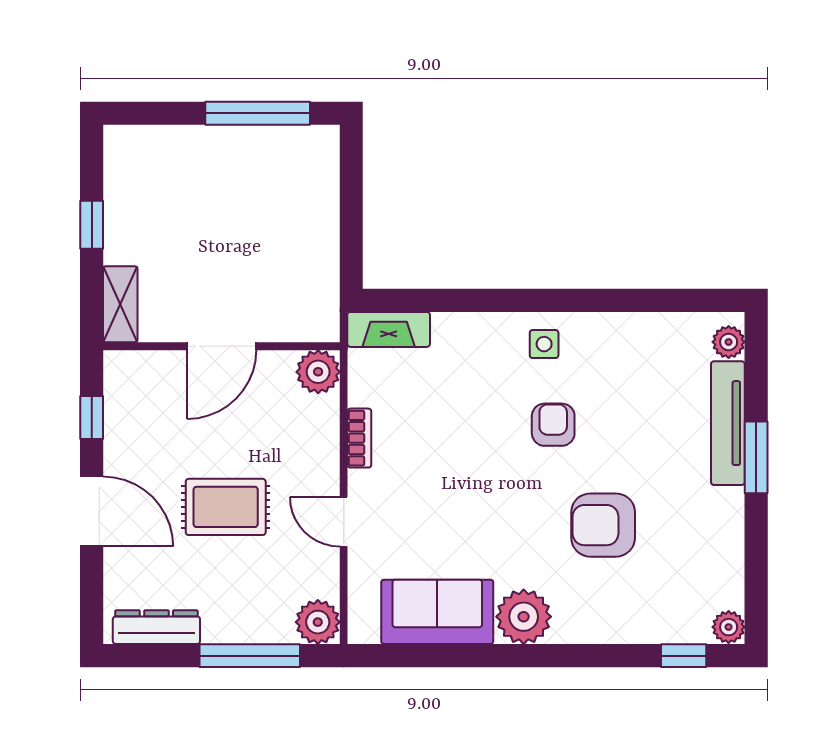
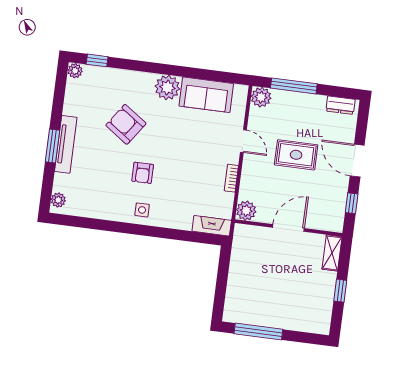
tv unit: (728, 423) -> (66, 144), moved
armchair: (603, 525) -> (126, 124), turned -145
dresser: (156, 627) -> (341, 105), width x0.70

